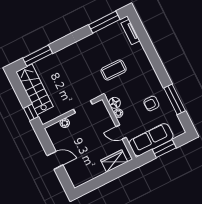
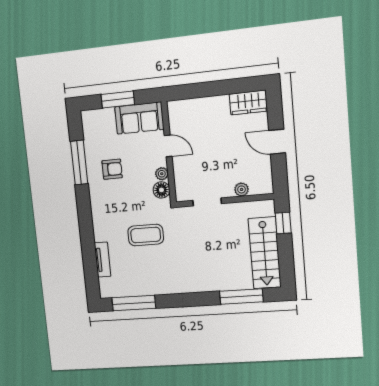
tv unit: (130, 32) -> (103, 260), moved
sofa: (151, 140) -> (139, 118), width x0.73
wardrobe: (114, 161) -> (248, 102), moved

